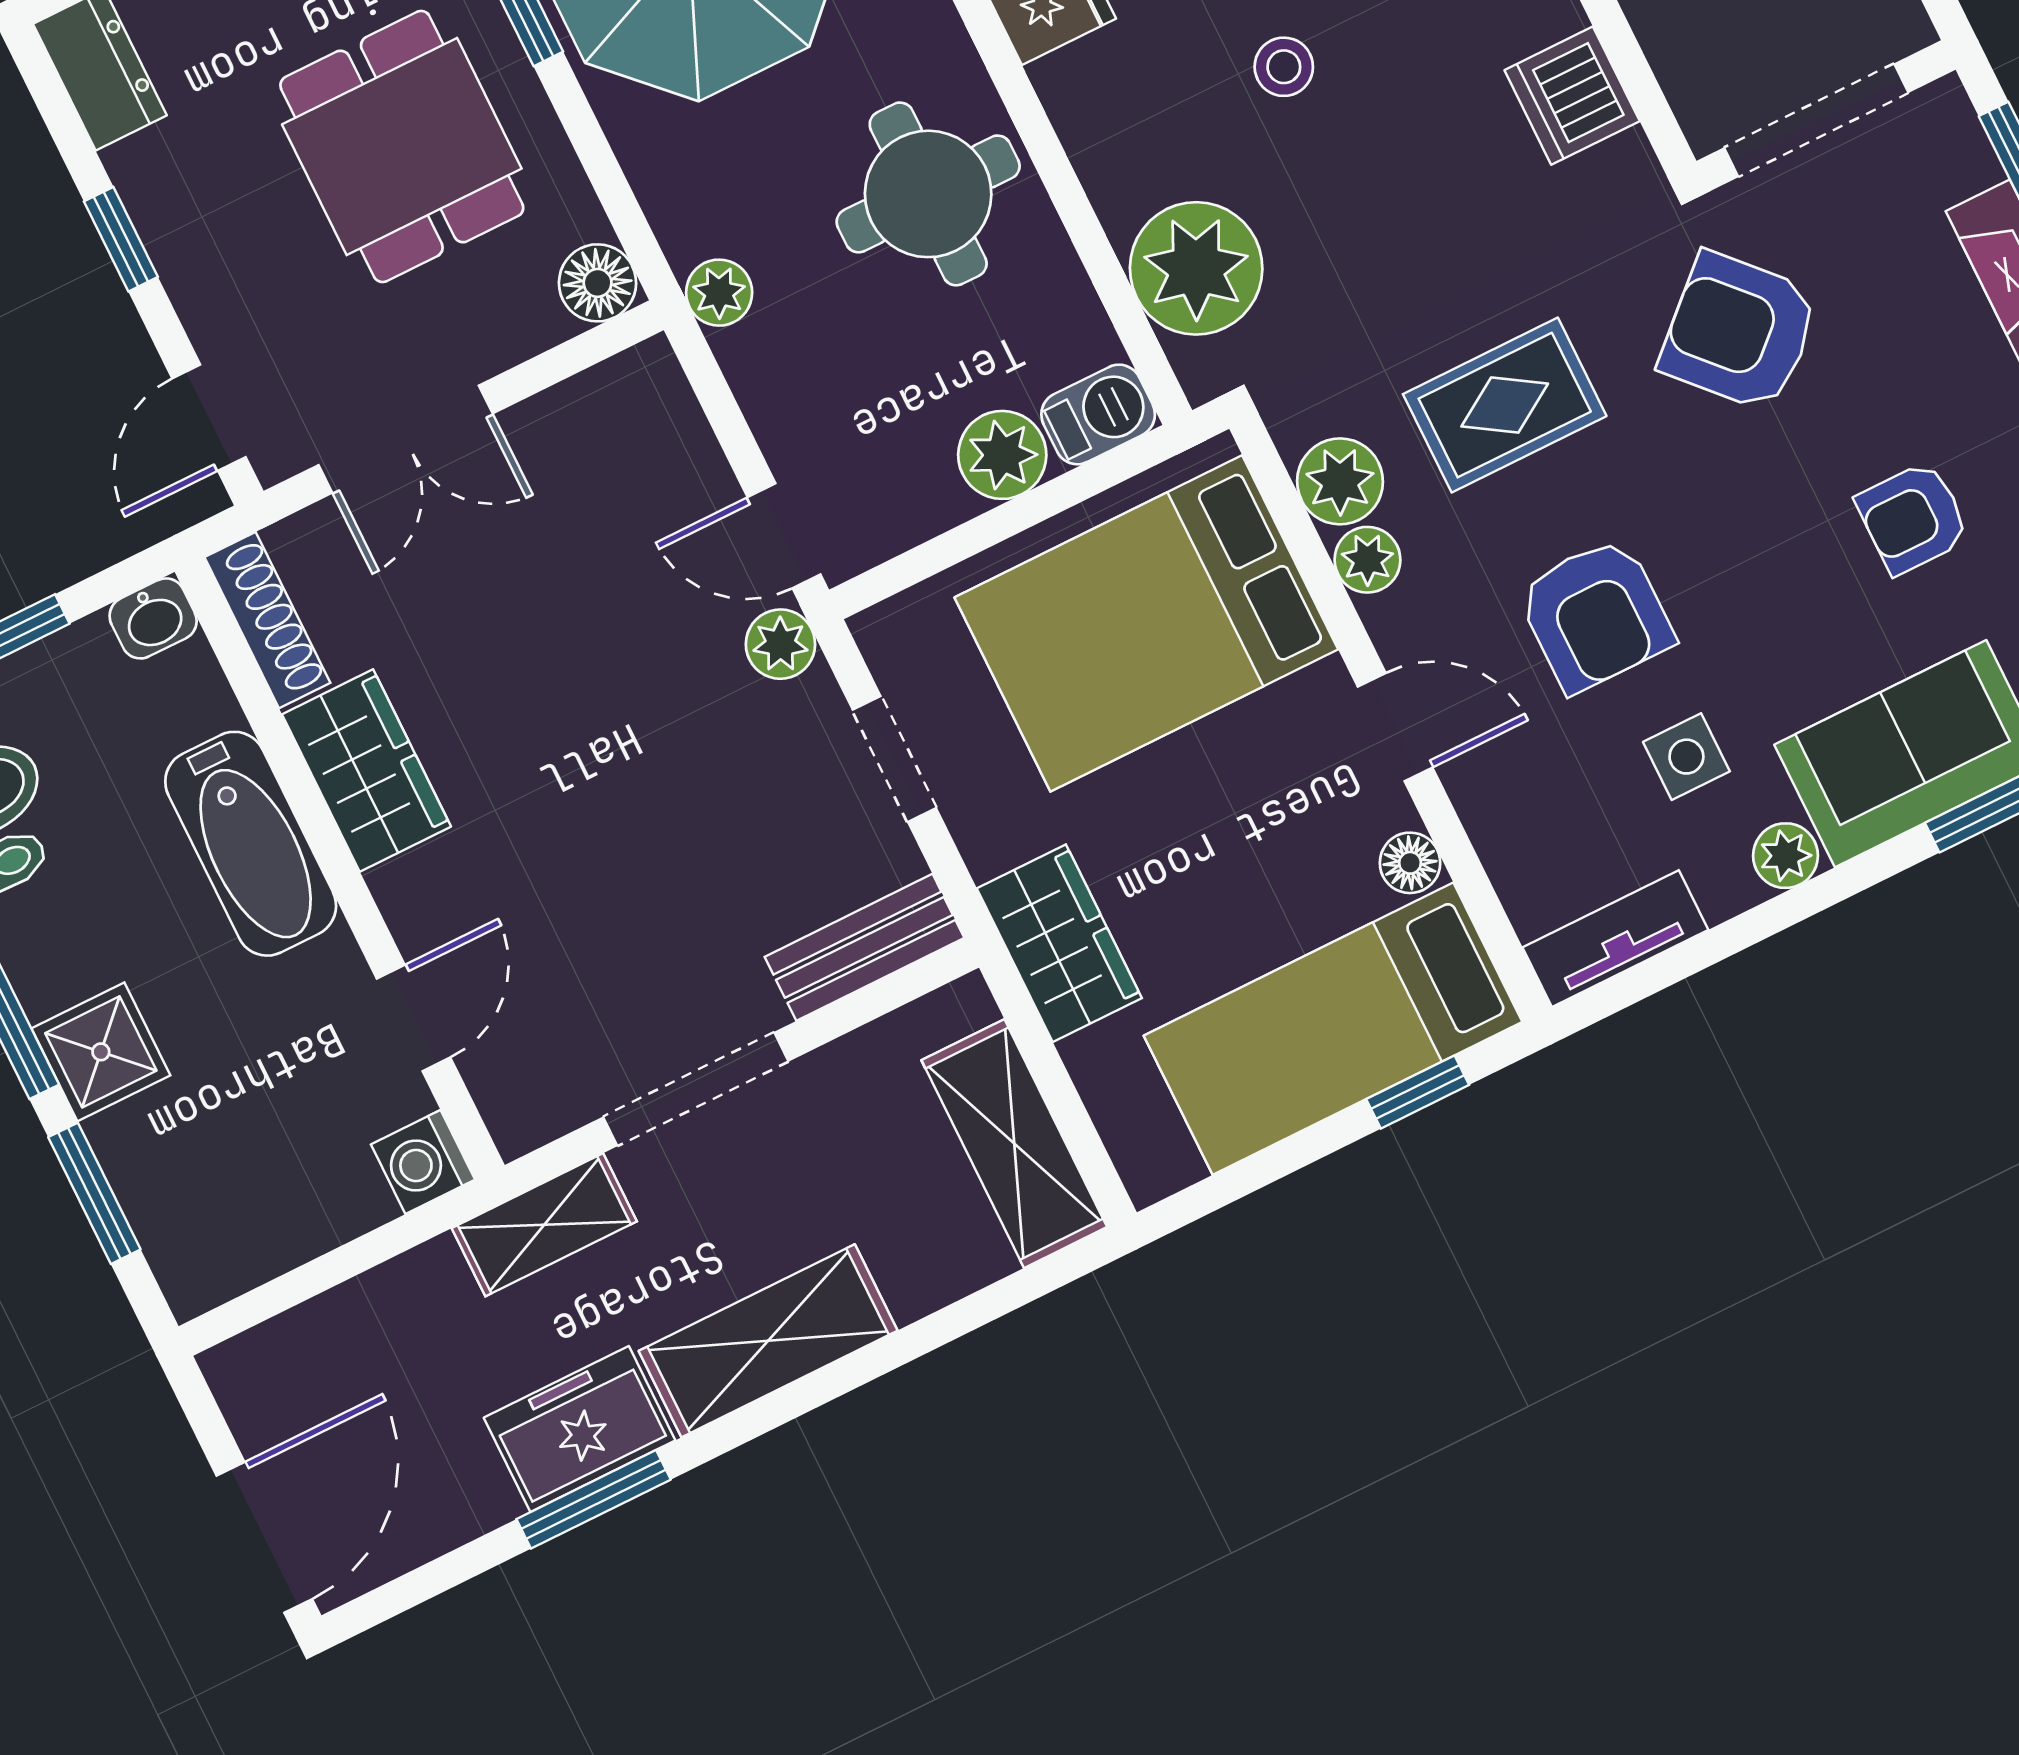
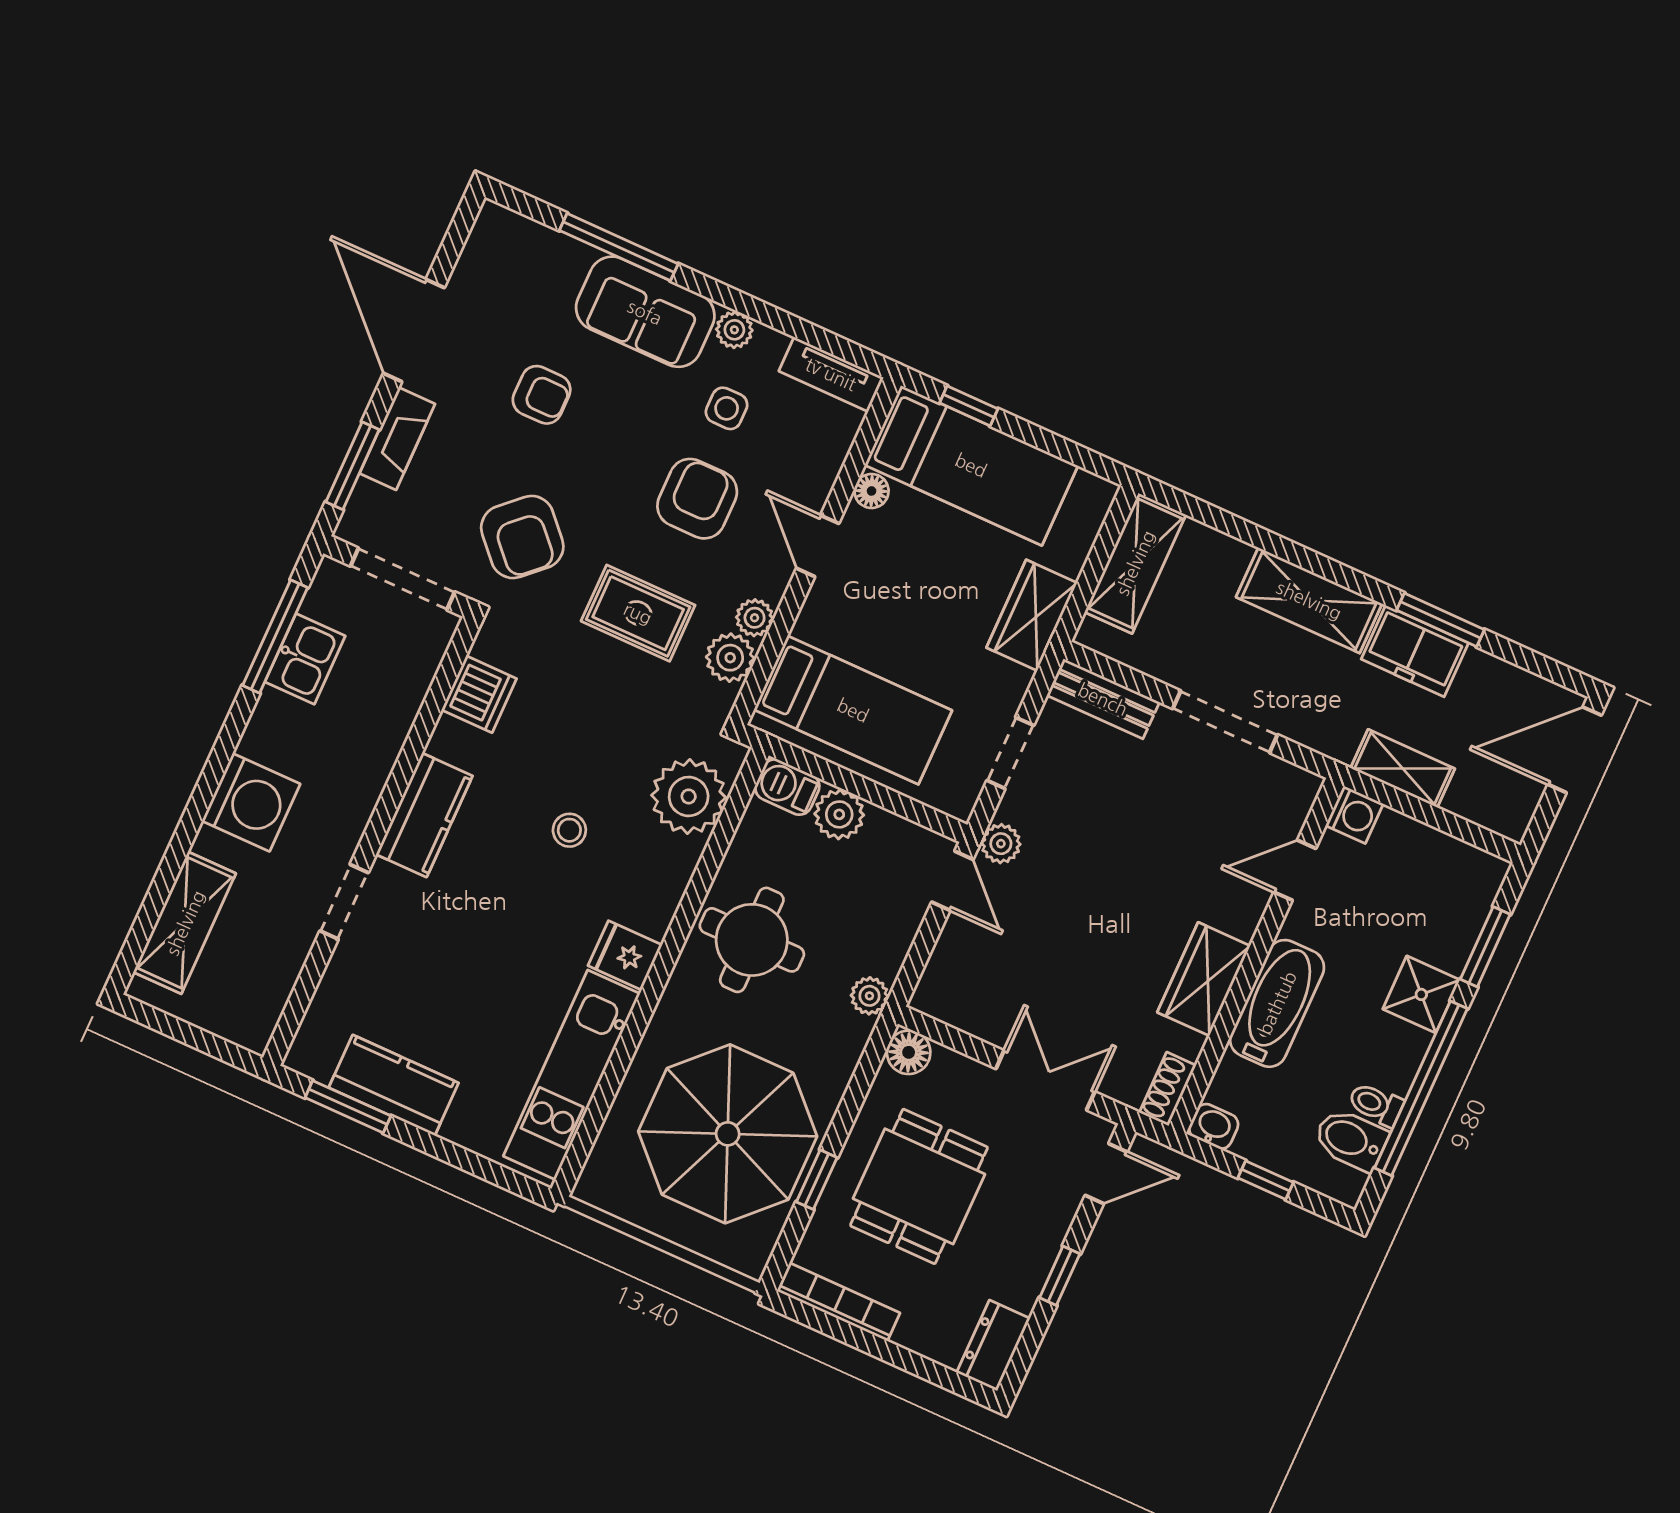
shoe rack: (267, 620) -> (1168, 1089), width x0.70
bed: (1146, 623) -> (853, 710), width x0.67
shelving: (544, 1225) -> (1403, 768), moved

